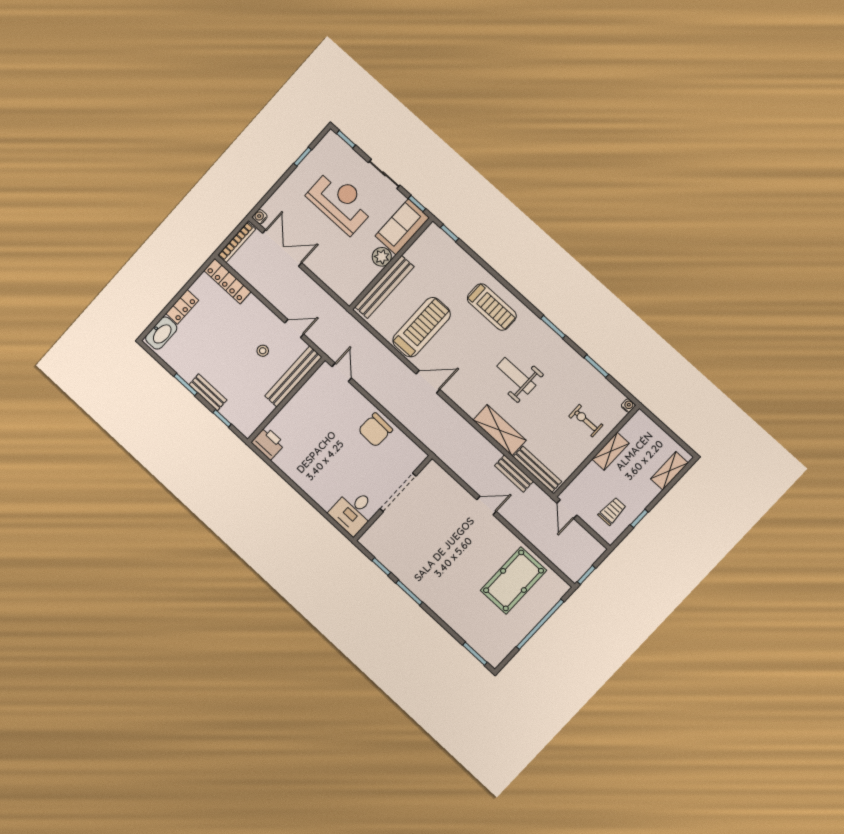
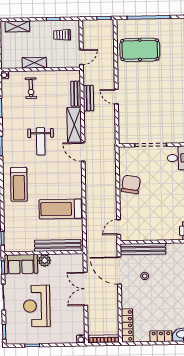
double door: (282, 248) -> (85, 289), moved
treadmill: (492, 307) -> (19, 184), turned 180
door: (294, 329) -> (119, 271), width x1.88
door: (428, 382) -> (83, 152), moved
chair: (375, 430) -> (131, 184), turned -82
bench: (537, 469) -> (76, 94), width x0.73

